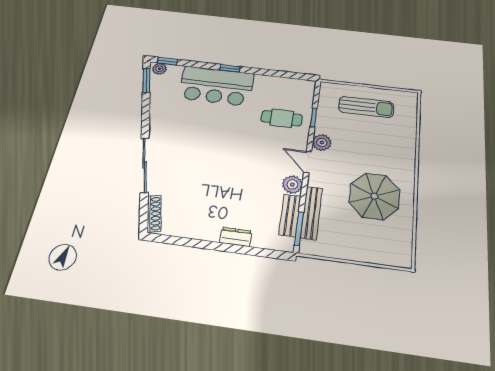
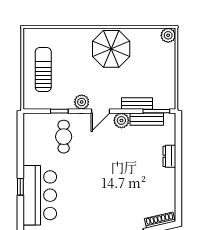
parasol: (374, 196) -> (111, 49), moved
bench: (311, 213) -> (137, 103), width x0.73
plant: (402, 258) -> (168, 35), added

